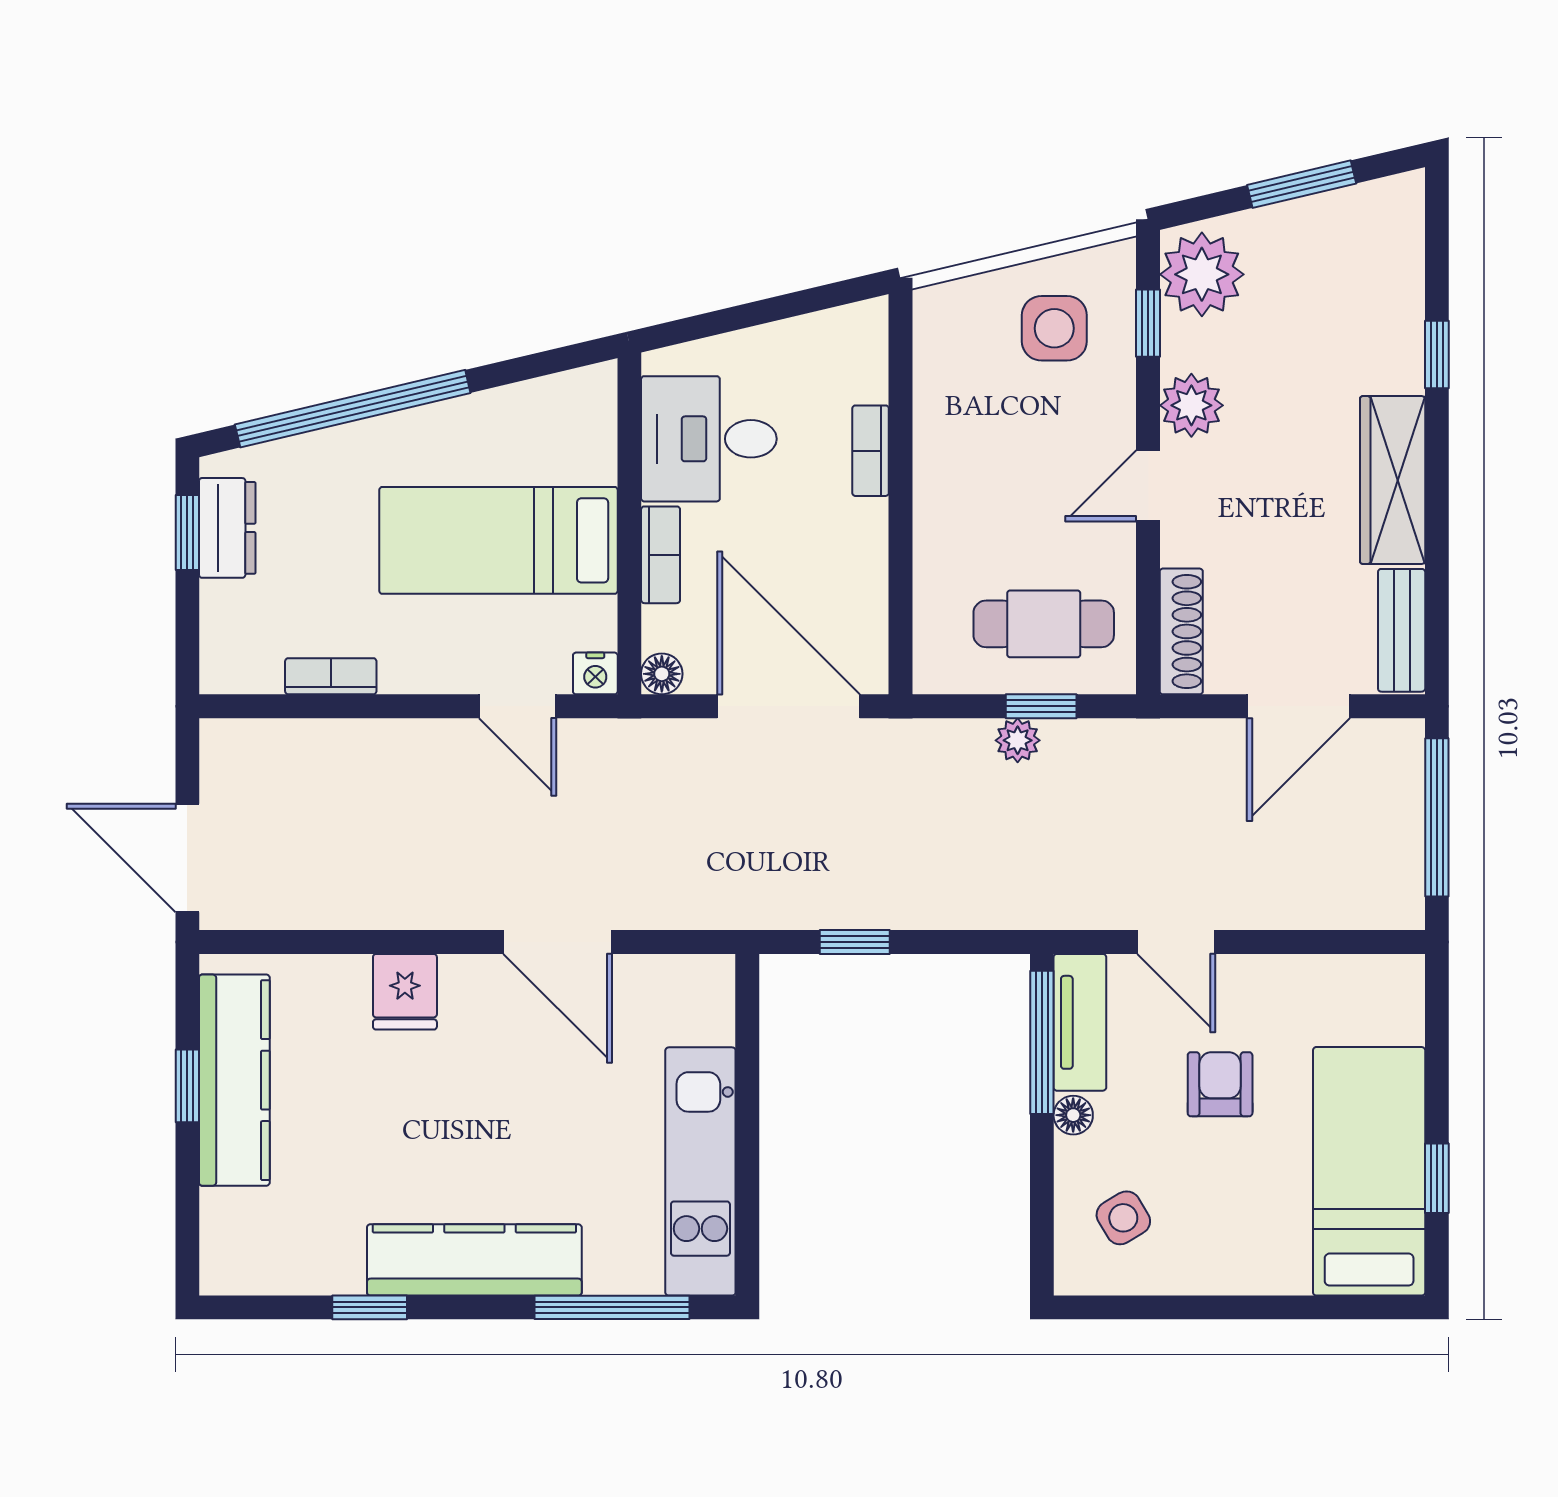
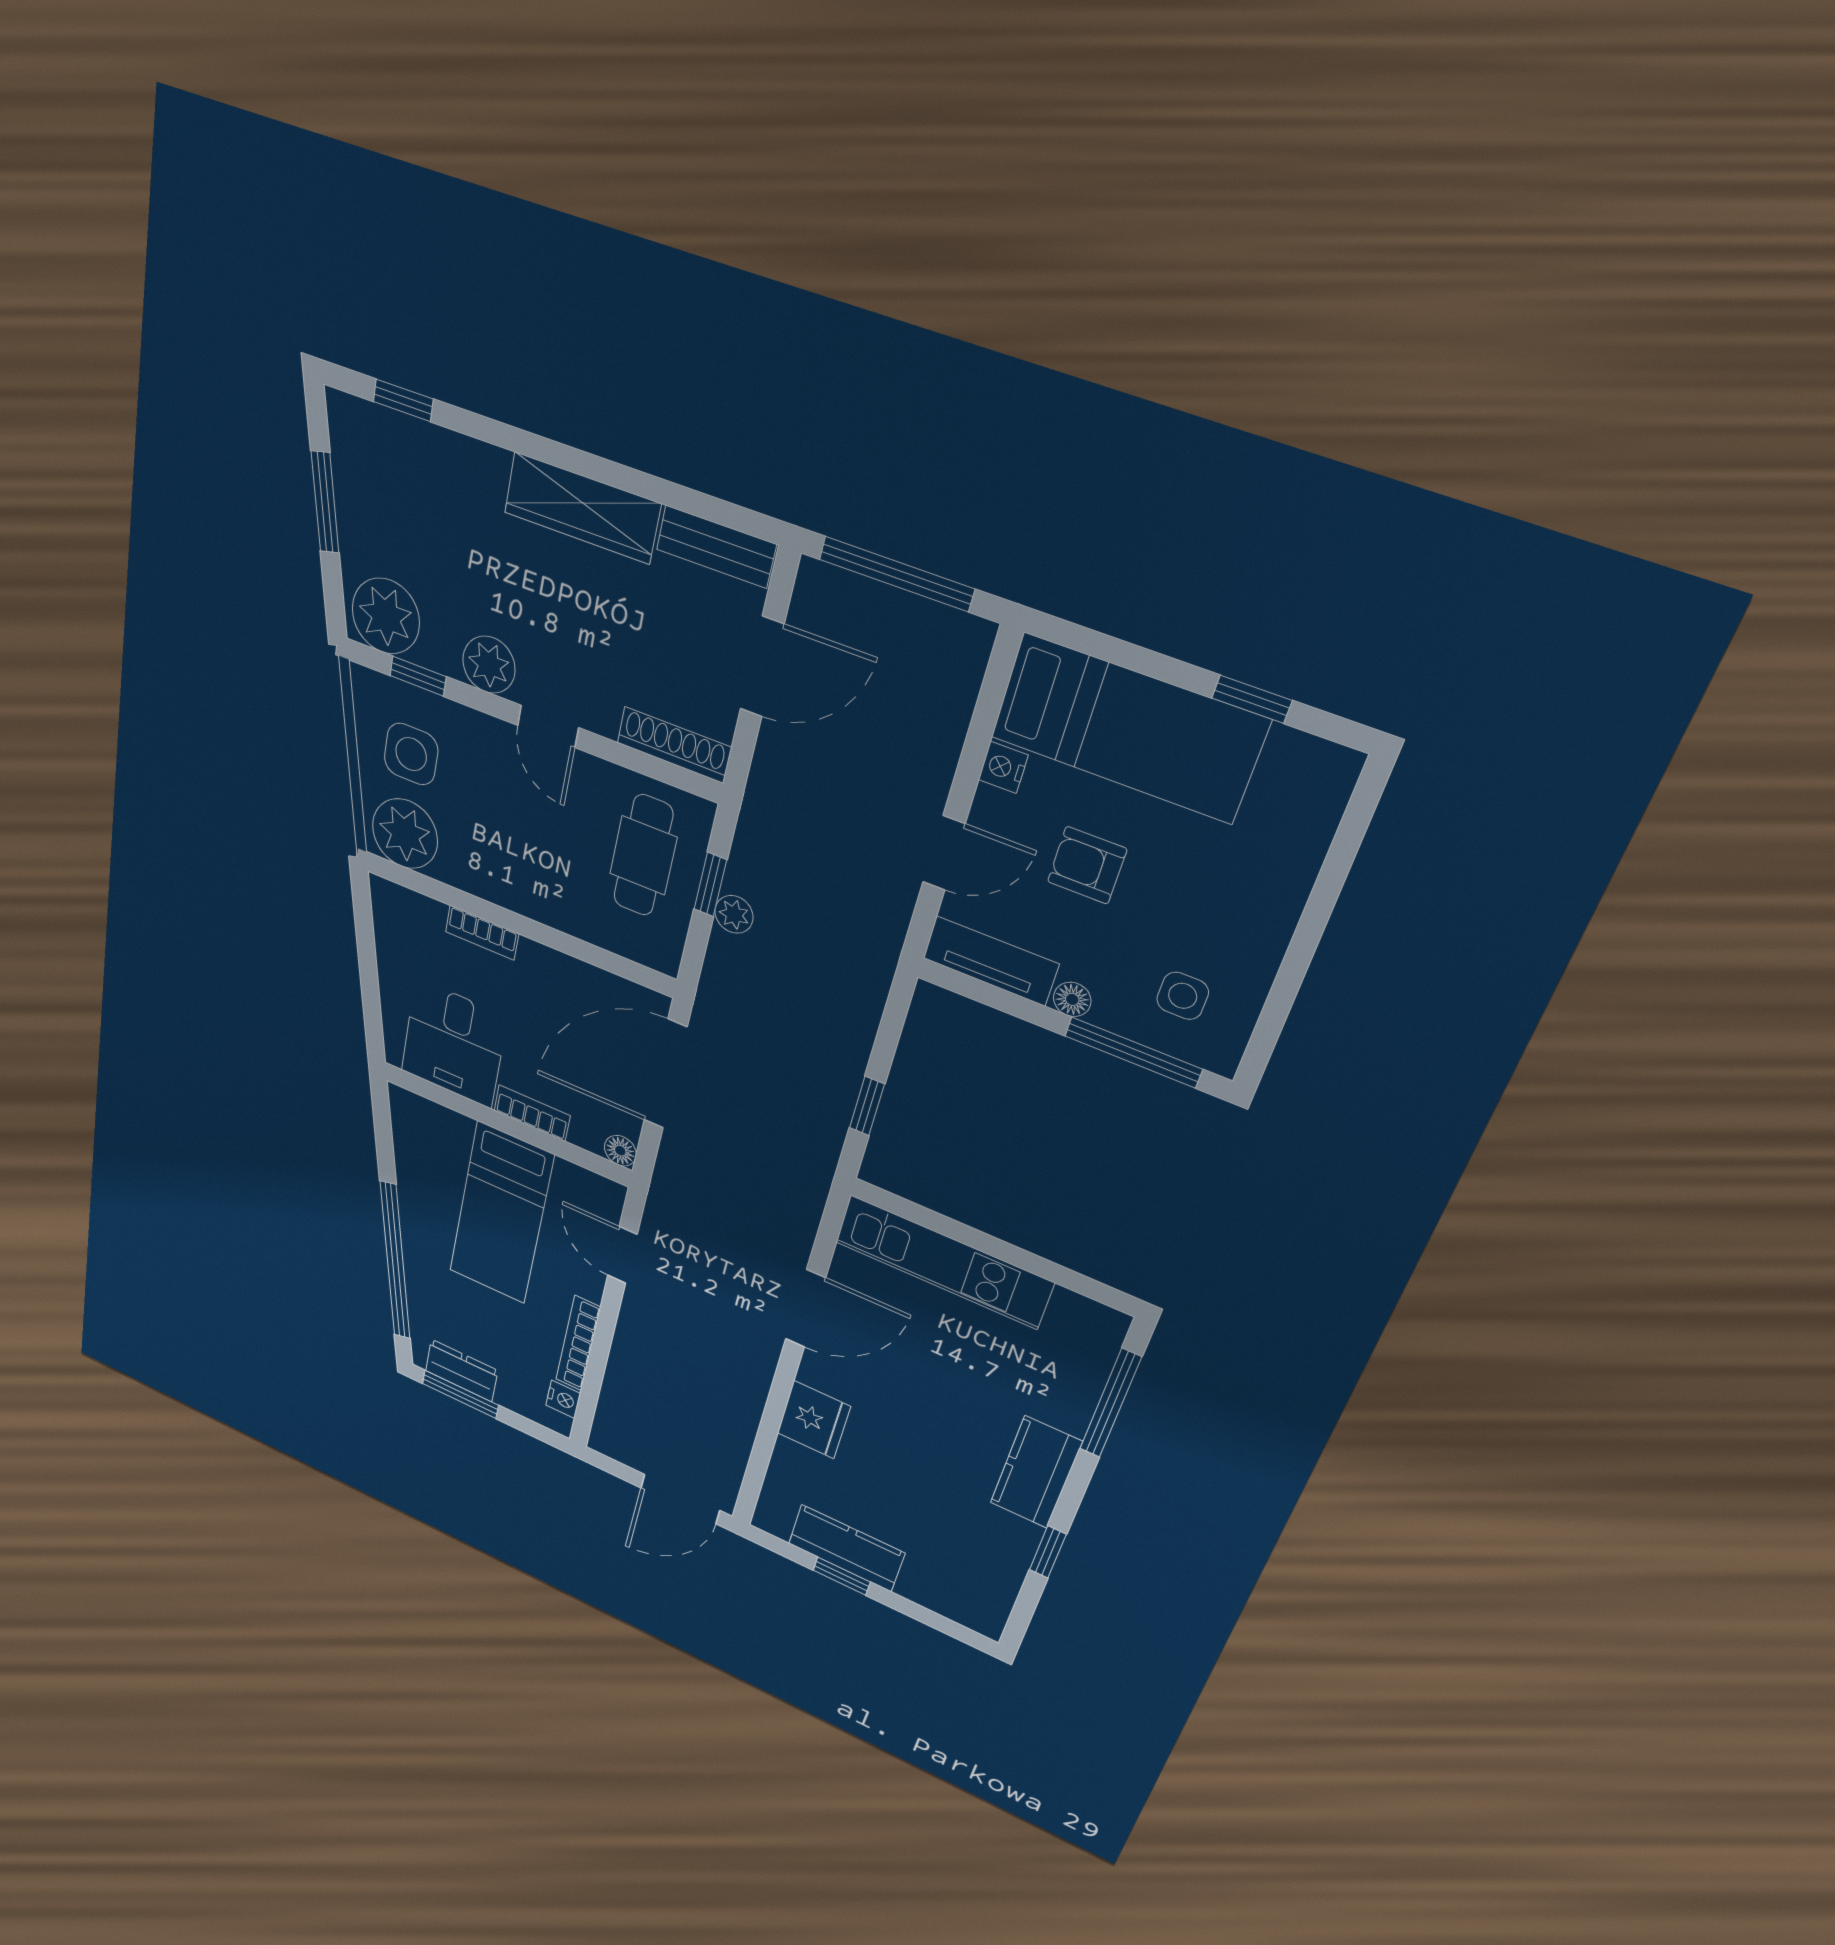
plant: (955, 335) -> (405, 834), added
window: (1437, 354) -> (403, 400), moved
window: (187, 532) -> (460, 1394), width x1.50
nightstand: (595, 673) -> (563, 1399), moved
bookcase: (331, 676) -> (578, 1343), width x1.56
door: (518, 706) -> (622, 1255), swing flipped
door: (1298, 706) -> (762, 667), hinge flipped
nightstand: (1287, 974) -> (1003, 767), added
fridge: (405, 992) -> (814, 1420), width x1.38
window: (1042, 1042) -> (1133, 1052), moved
kitchen counter: (234, 1080) -> (846, 1548), width x0.67
kitchen unit: (700, 1171) -> (943, 1262), moved
bed: (1369, 1171) -> (1128, 728), moved, turned 180
side table: (1123, 1218) -> (1183, 996), turned 31
kitchen counter: (474, 1260) -> (1036, 1472), width x0.67

